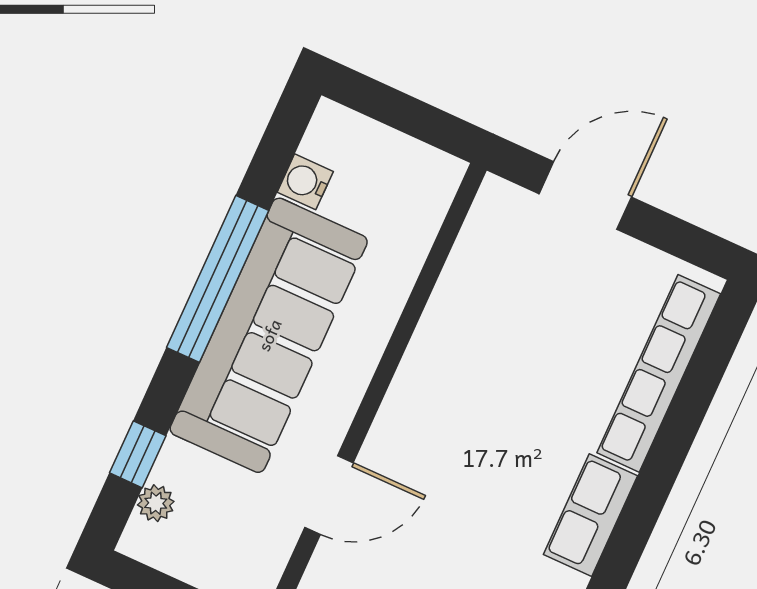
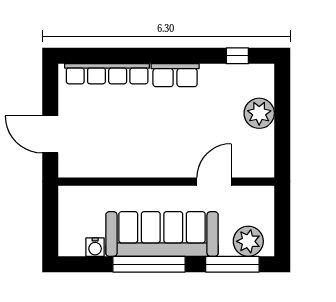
window: (138, 454) -> (232, 264), width x2.17
door: (329, 495) -> (214, 182), hinge flipped
plant: (156, 503) -> (248, 241), width x1.88, depth x1.88

